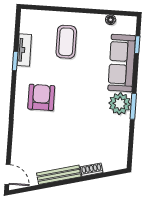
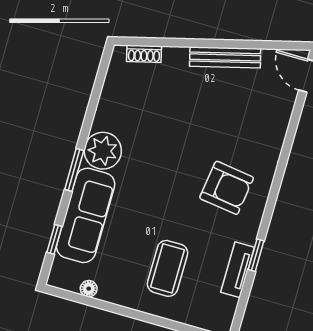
armchair: (41, 97) -> (227, 188), turned -82
window: (133, 106) -> (74, 170), moved
shoe rack: (92, 170) -> (144, 54), moved

